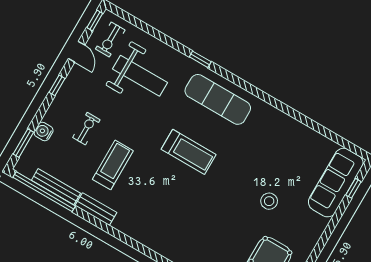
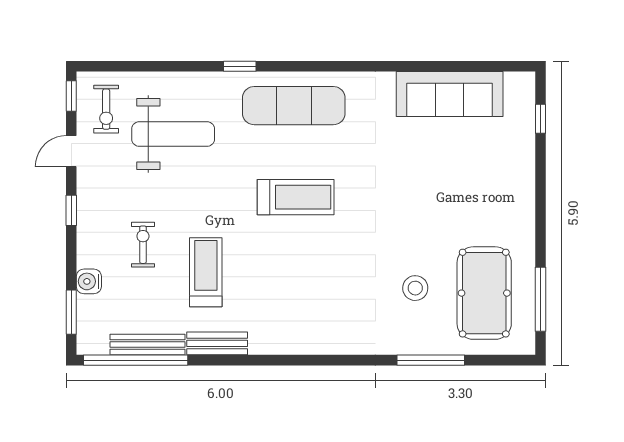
door: (77, 52) -> (71, 151), swing flipped
sofa: (336, 183) -> (450, 94), moved, turned -90
stool: (269, 201) -> (415, 288), moved

